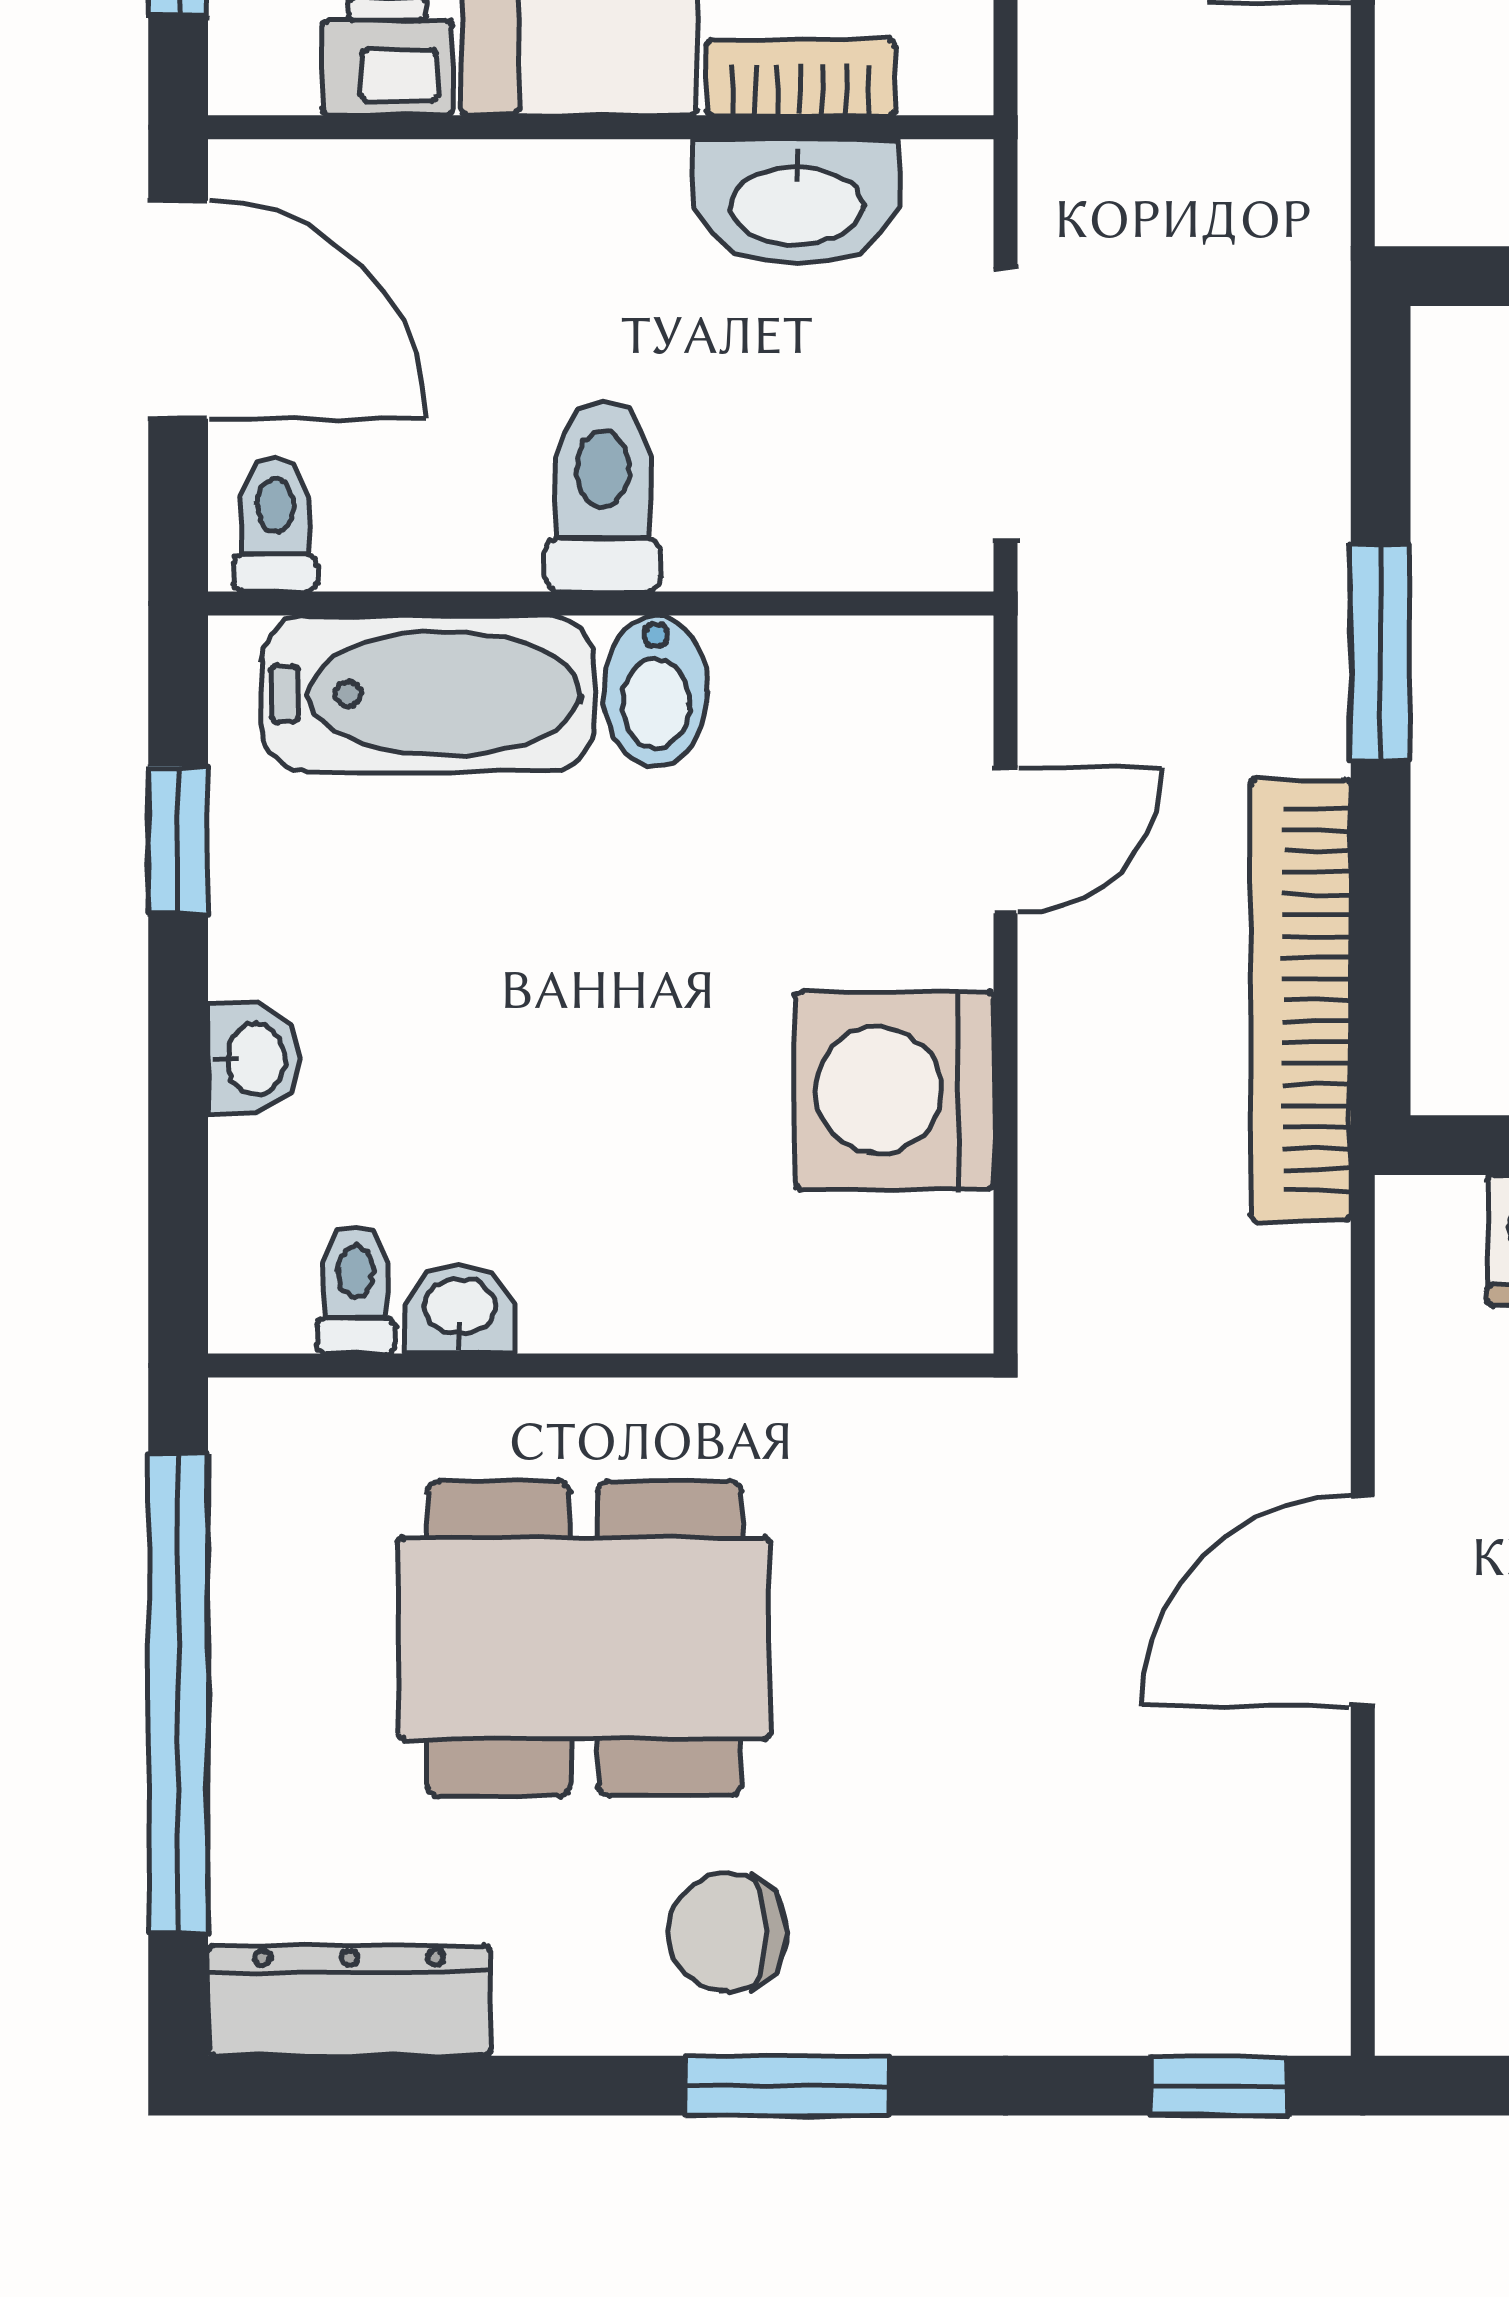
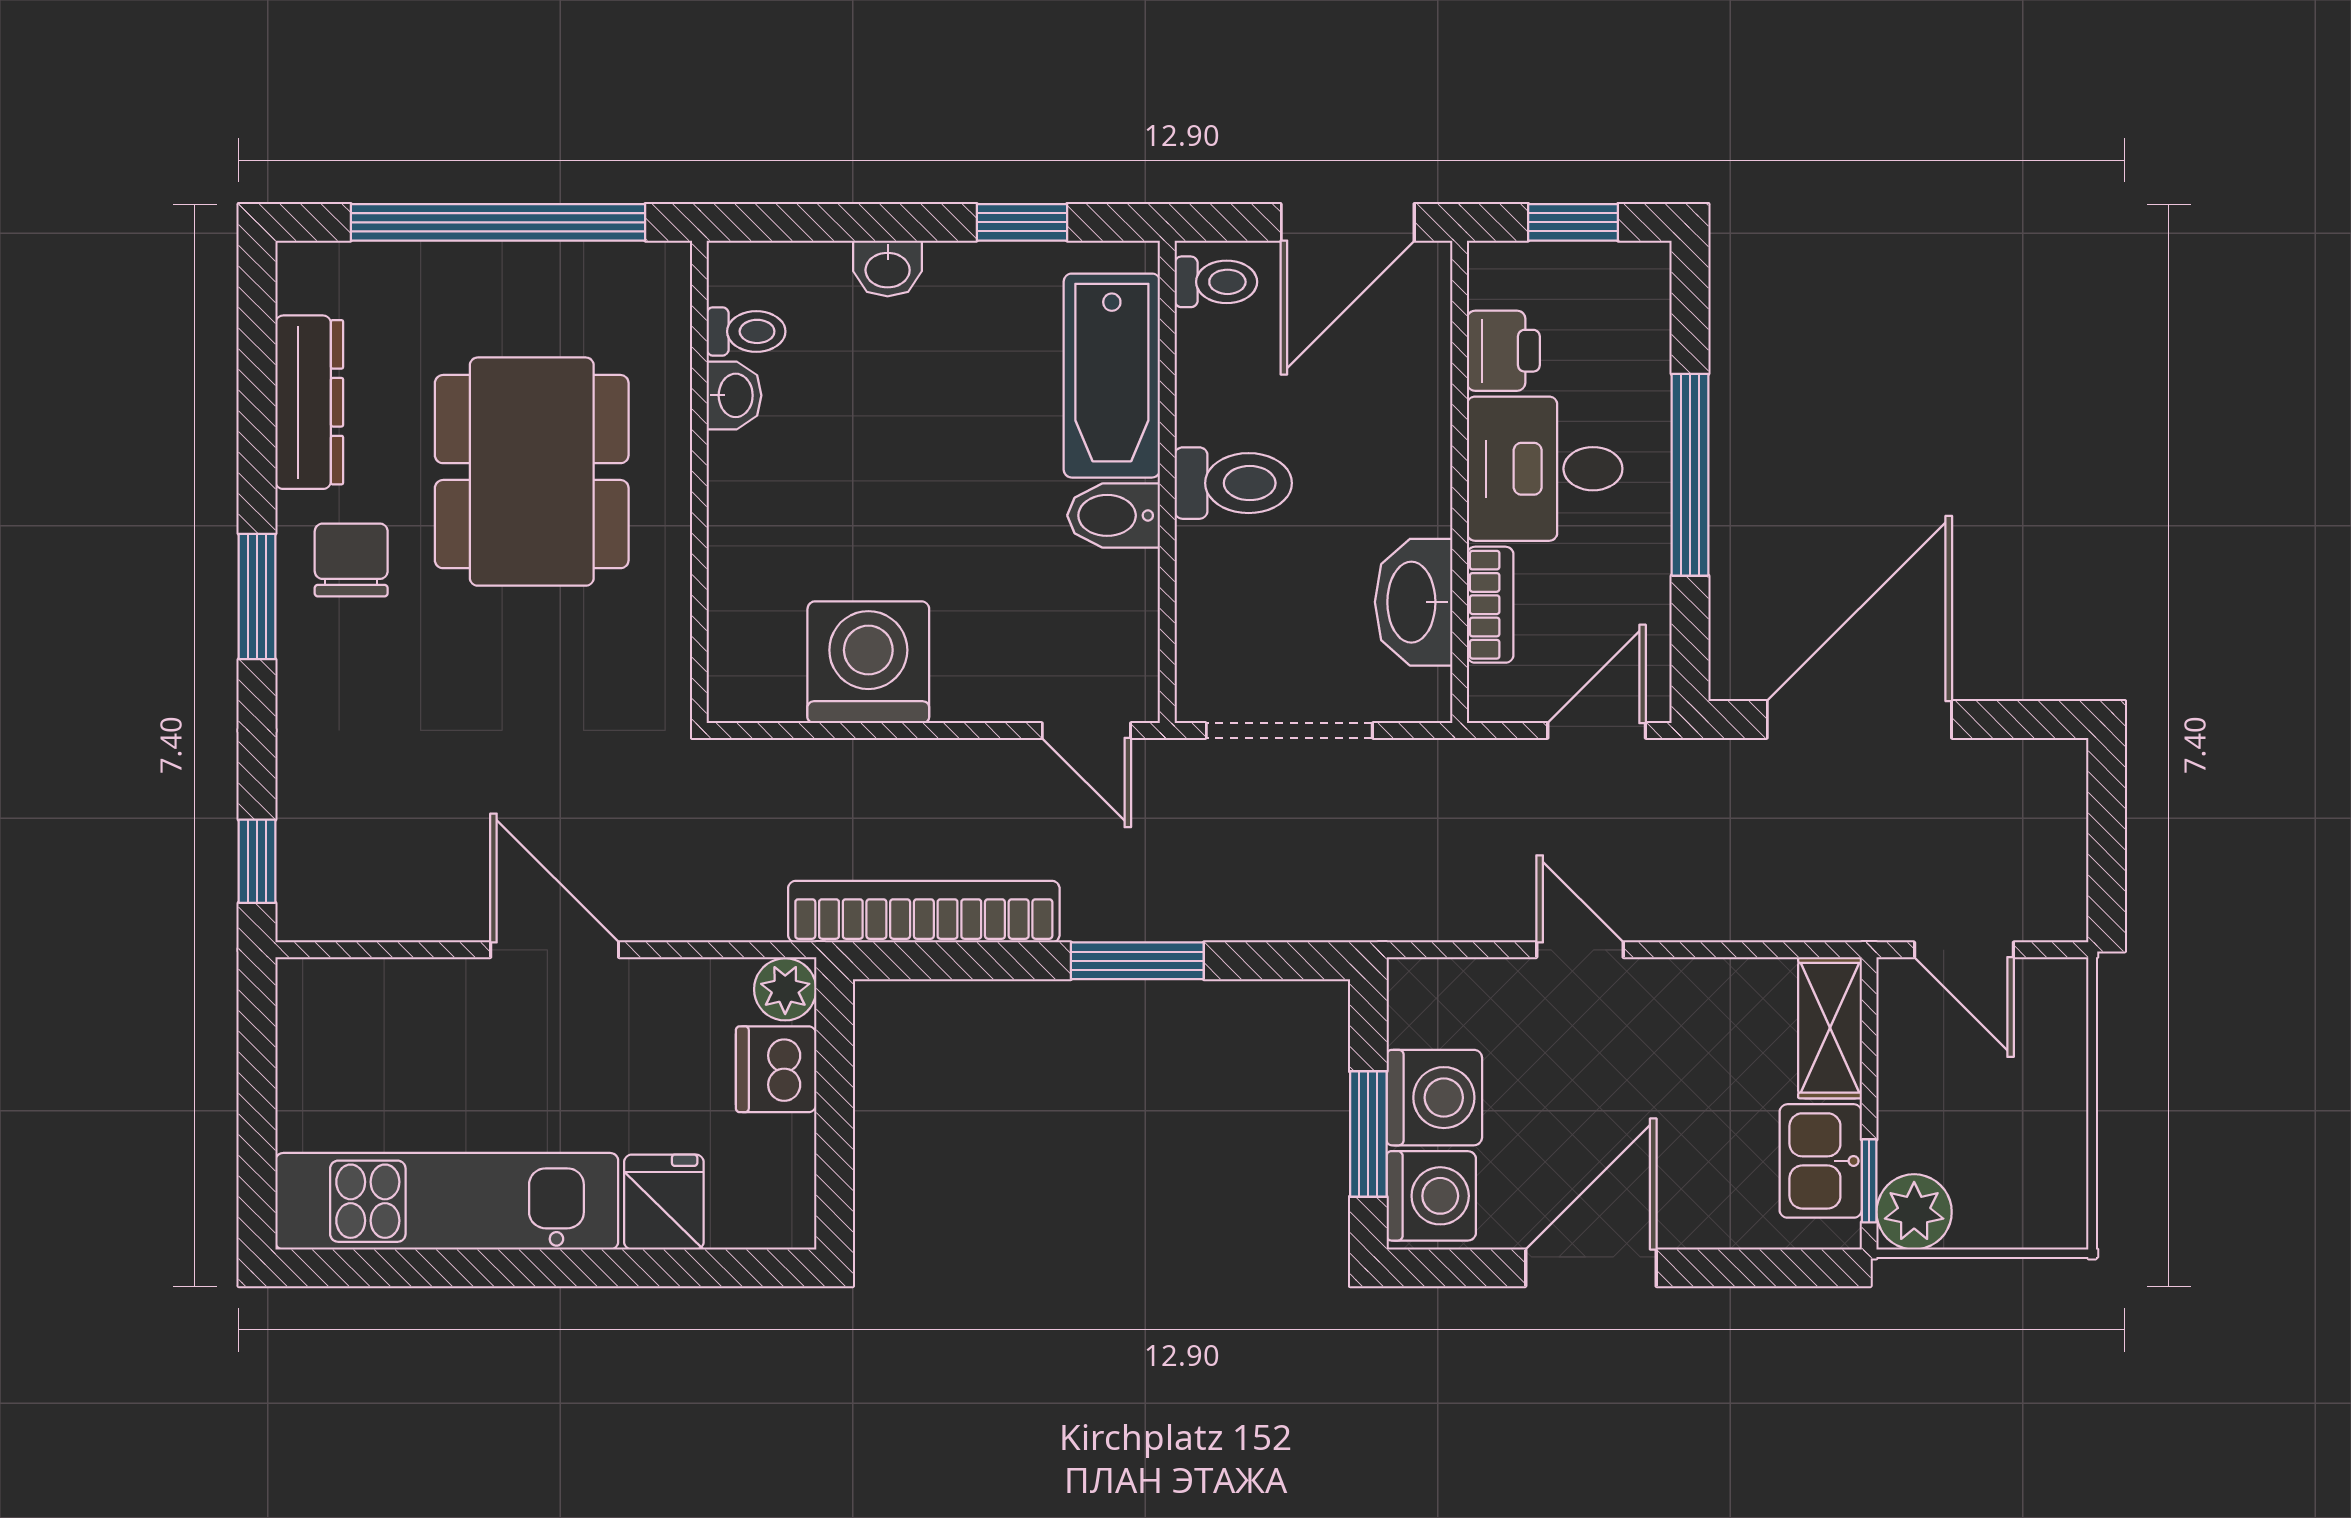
door: (1006, 840) -> (1086, 730), moved
plant: (1427, 1226) -> (785, 989), added
dresser: (349, 2001) -> (309, 402), moved

